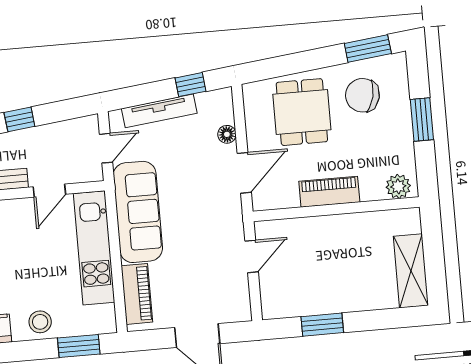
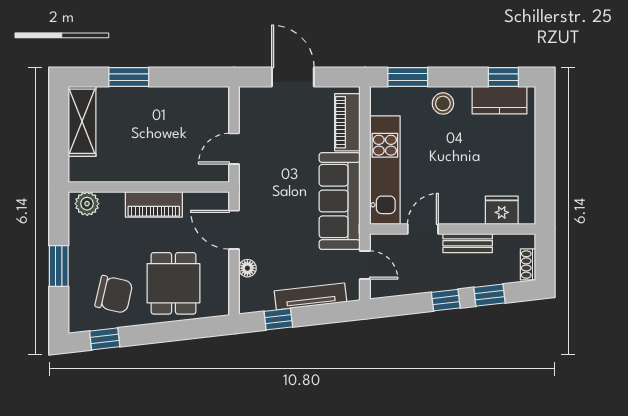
window: (368, 48) -> (105, 339), width x0.67
door: (106, 148) -> (365, 265), swing flipped
door: (244, 173) -> (234, 230), hinge flipped
window: (322, 325) -> (129, 77), moved

